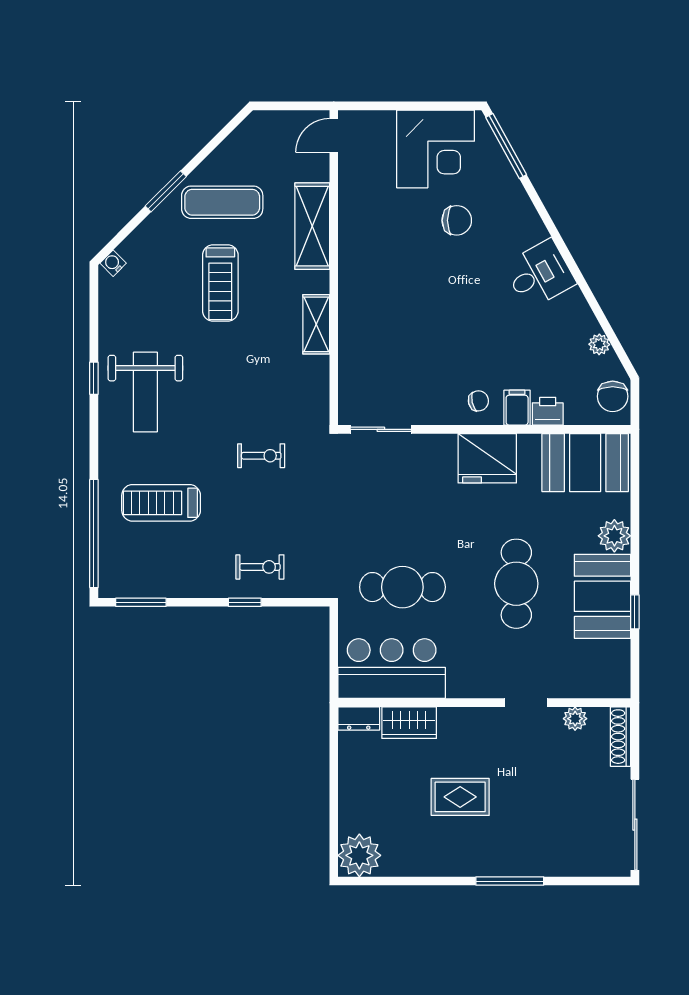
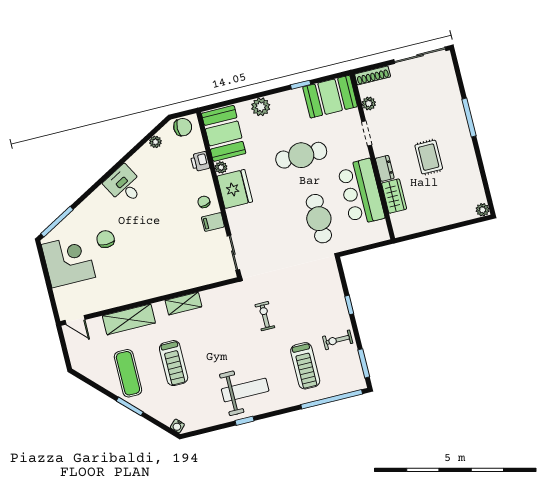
treadmill: (220, 283) -> (174, 363), turned 90
filing cabinet: (517, 408) -> (213, 222), moved
plant: (529, 444) -> (221, 167), added
exercise bike: (260, 567) -> (338, 340), moved, turned -90
booth: (602, 596) -> (330, 97), moved
bar counter: (392, 669) -> (361, 192), moved
dresser: (359, 718) -> (385, 168), moved
plant: (359, 855) -> (483, 210), width x0.53, depth x0.53

